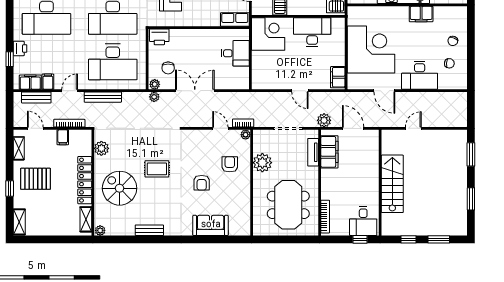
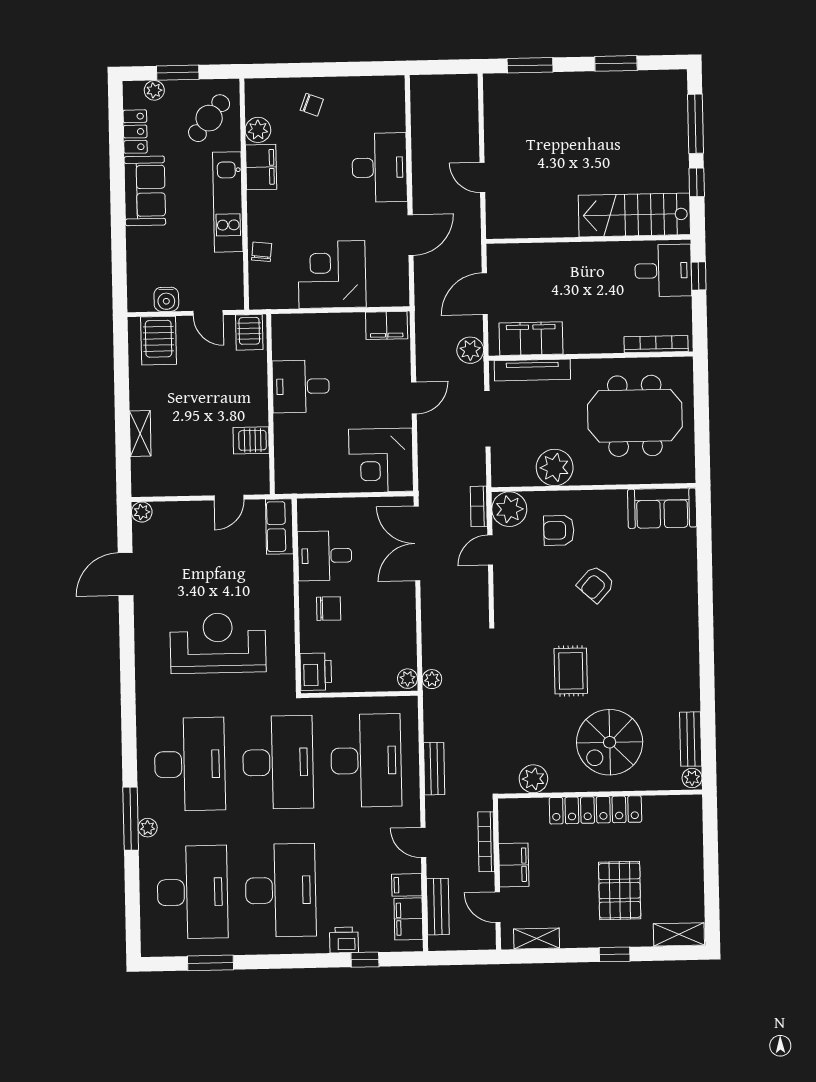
plant: (440, 13) -> (258, 130), added
desk: (312, 32) -> (301, 386), width x0.73
corner desk: (268, 34) -> (381, 460), moved, turned -90
corner desk: (371, 49) -> (332, 274), width x0.74, depth x0.74
desk: (235, 53) -> (325, 556), moved, turned -90
chair: (449, 63) -> (262, 252), moved
chair: (168, 68) -> (329, 609), moved
double door: (195, 91) -> (417, 543), moved
bench: (103, 97) -> (434, 769), width x0.73
door: (35, 128) -> (498, 907), hinge flipped
plant: (246, 135) -> (509, 509), width x1.88, depth x1.88
filing cabinet: (63, 137) -> (514, 865), width x2.00
tv unit: (313, 152) -> (532, 370), width x1.41
pallet: (36, 179) -> (620, 891), moved
armchair: (202, 183) -> (596, 584), turned 132
stairs: (392, 184) -> (634, 215), moved
shelving: (86, 219) -> (671, 806), removed
sofa: (211, 225) -> (662, 508), moved, turned -90
bench: (149, 230) -> (691, 739), moved
window: (439, 239) -> (695, 124), width x1.44

